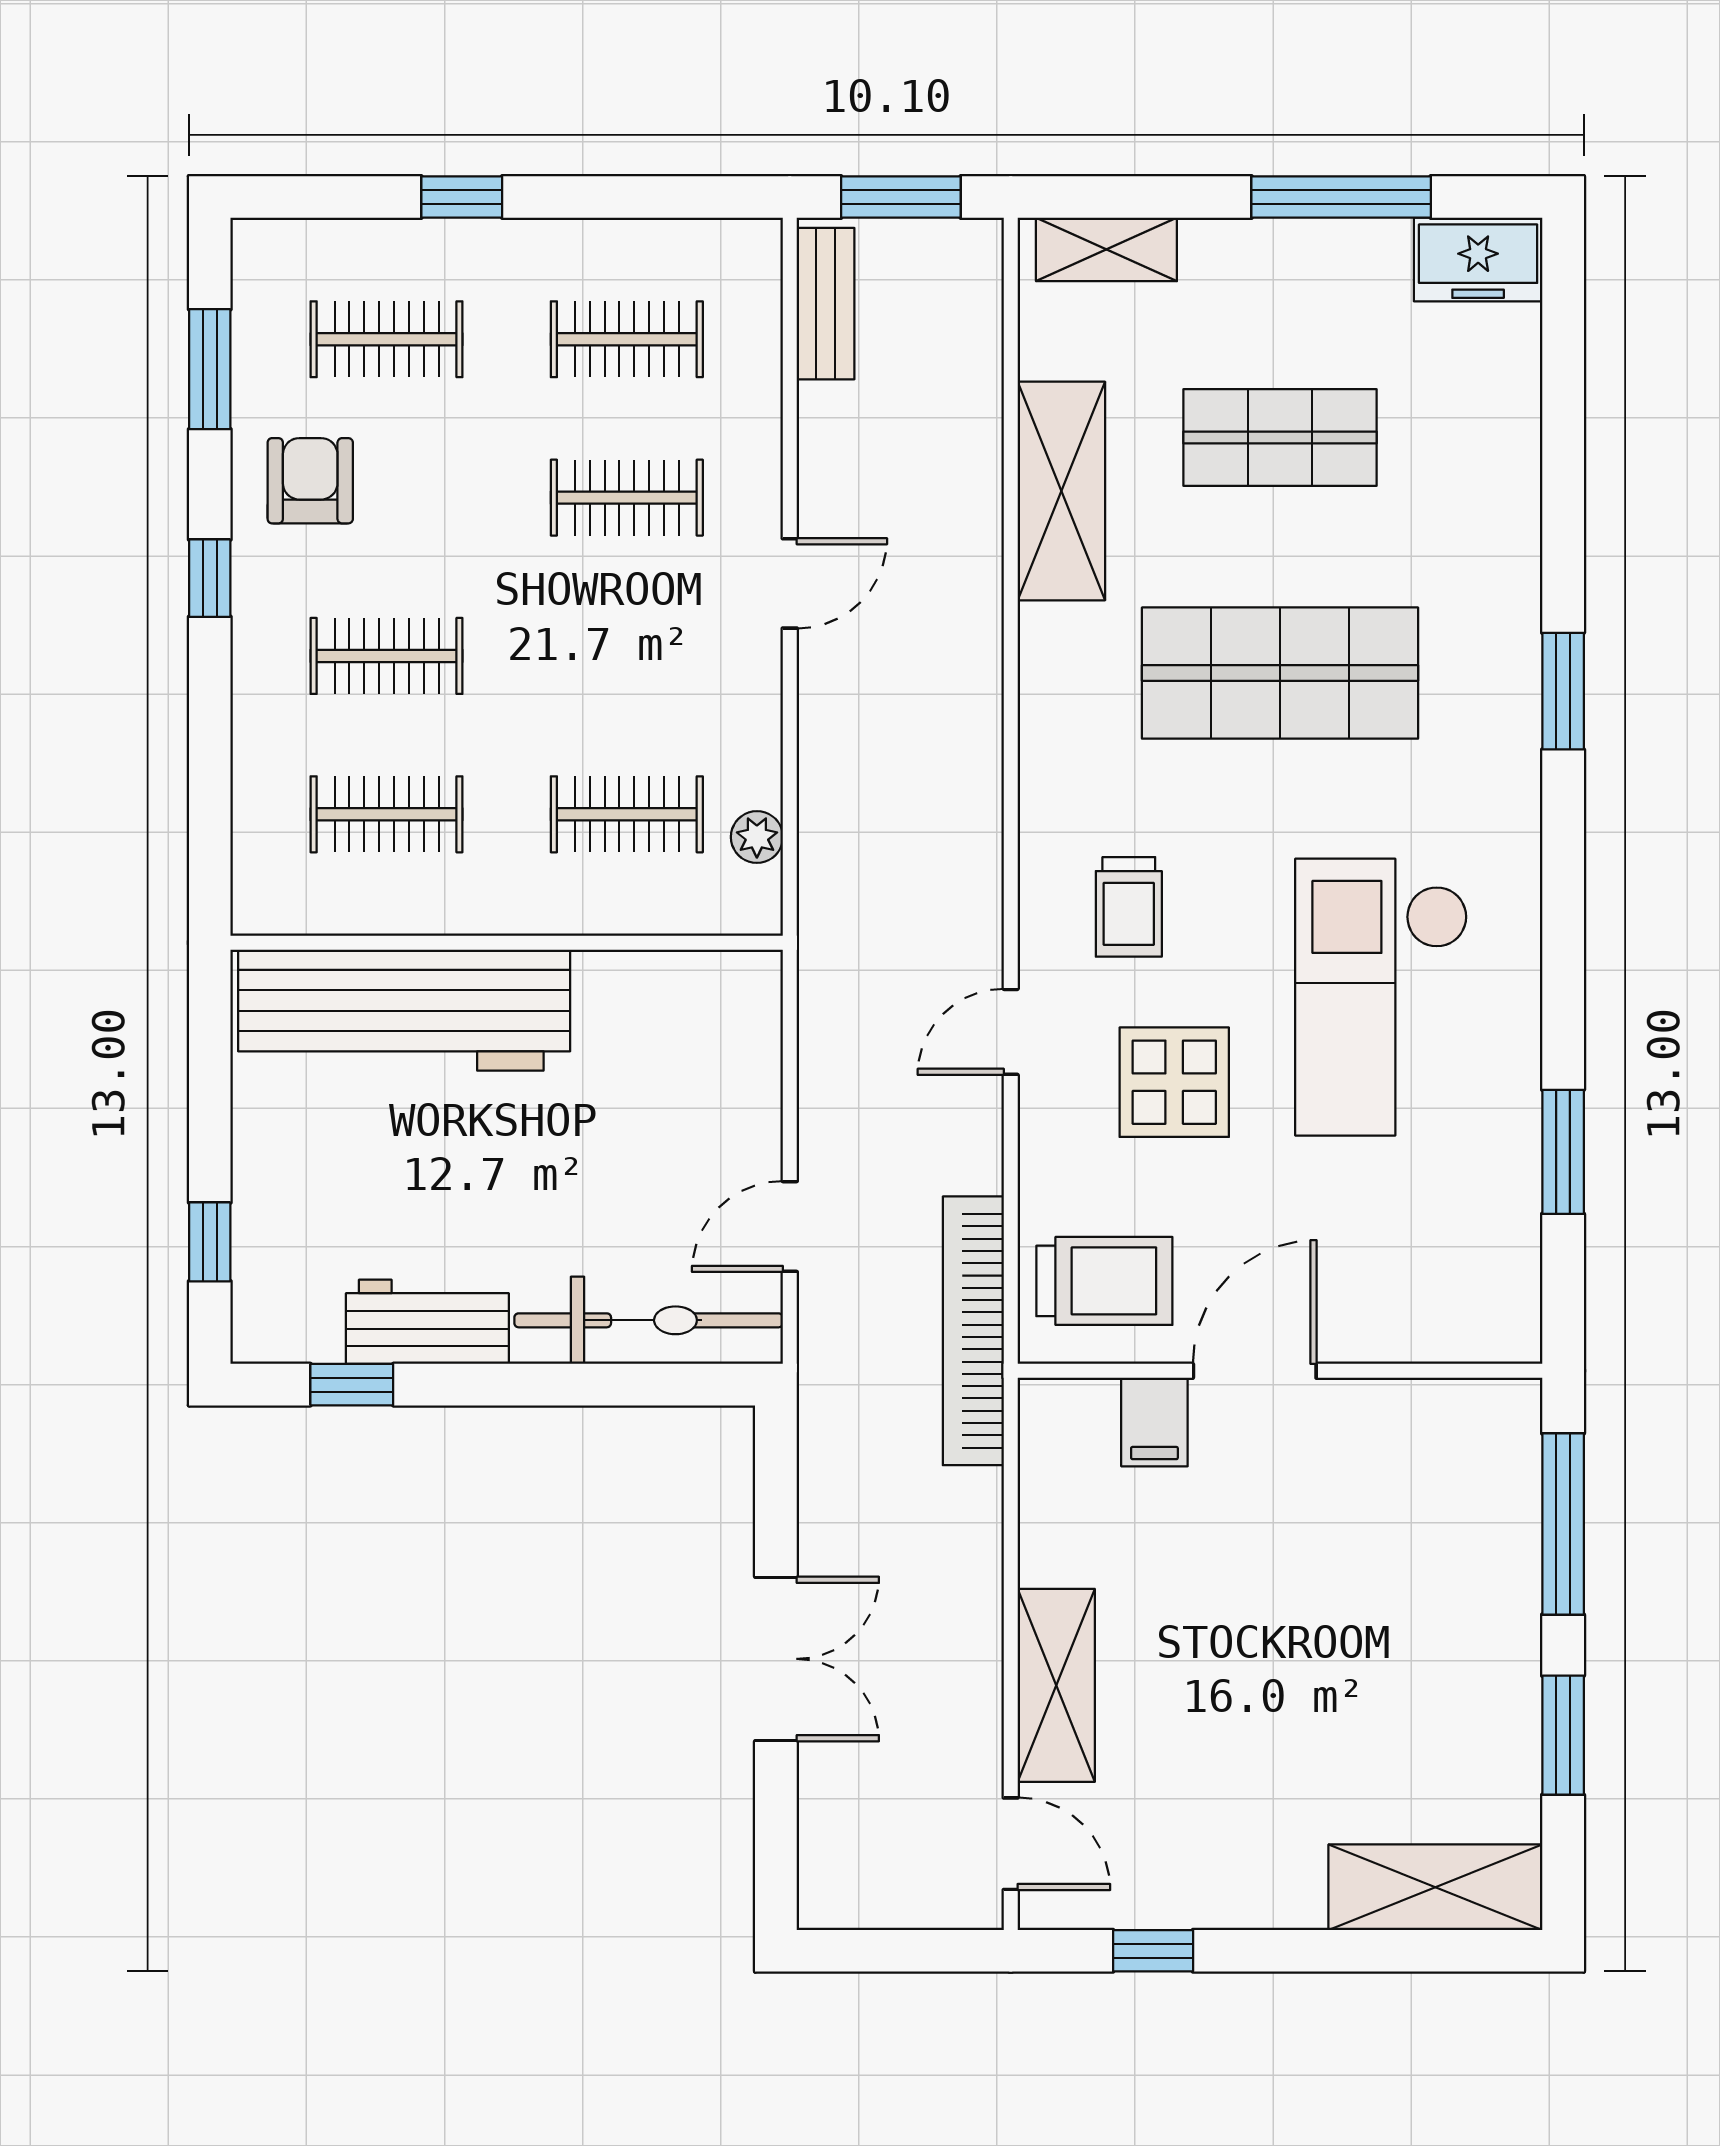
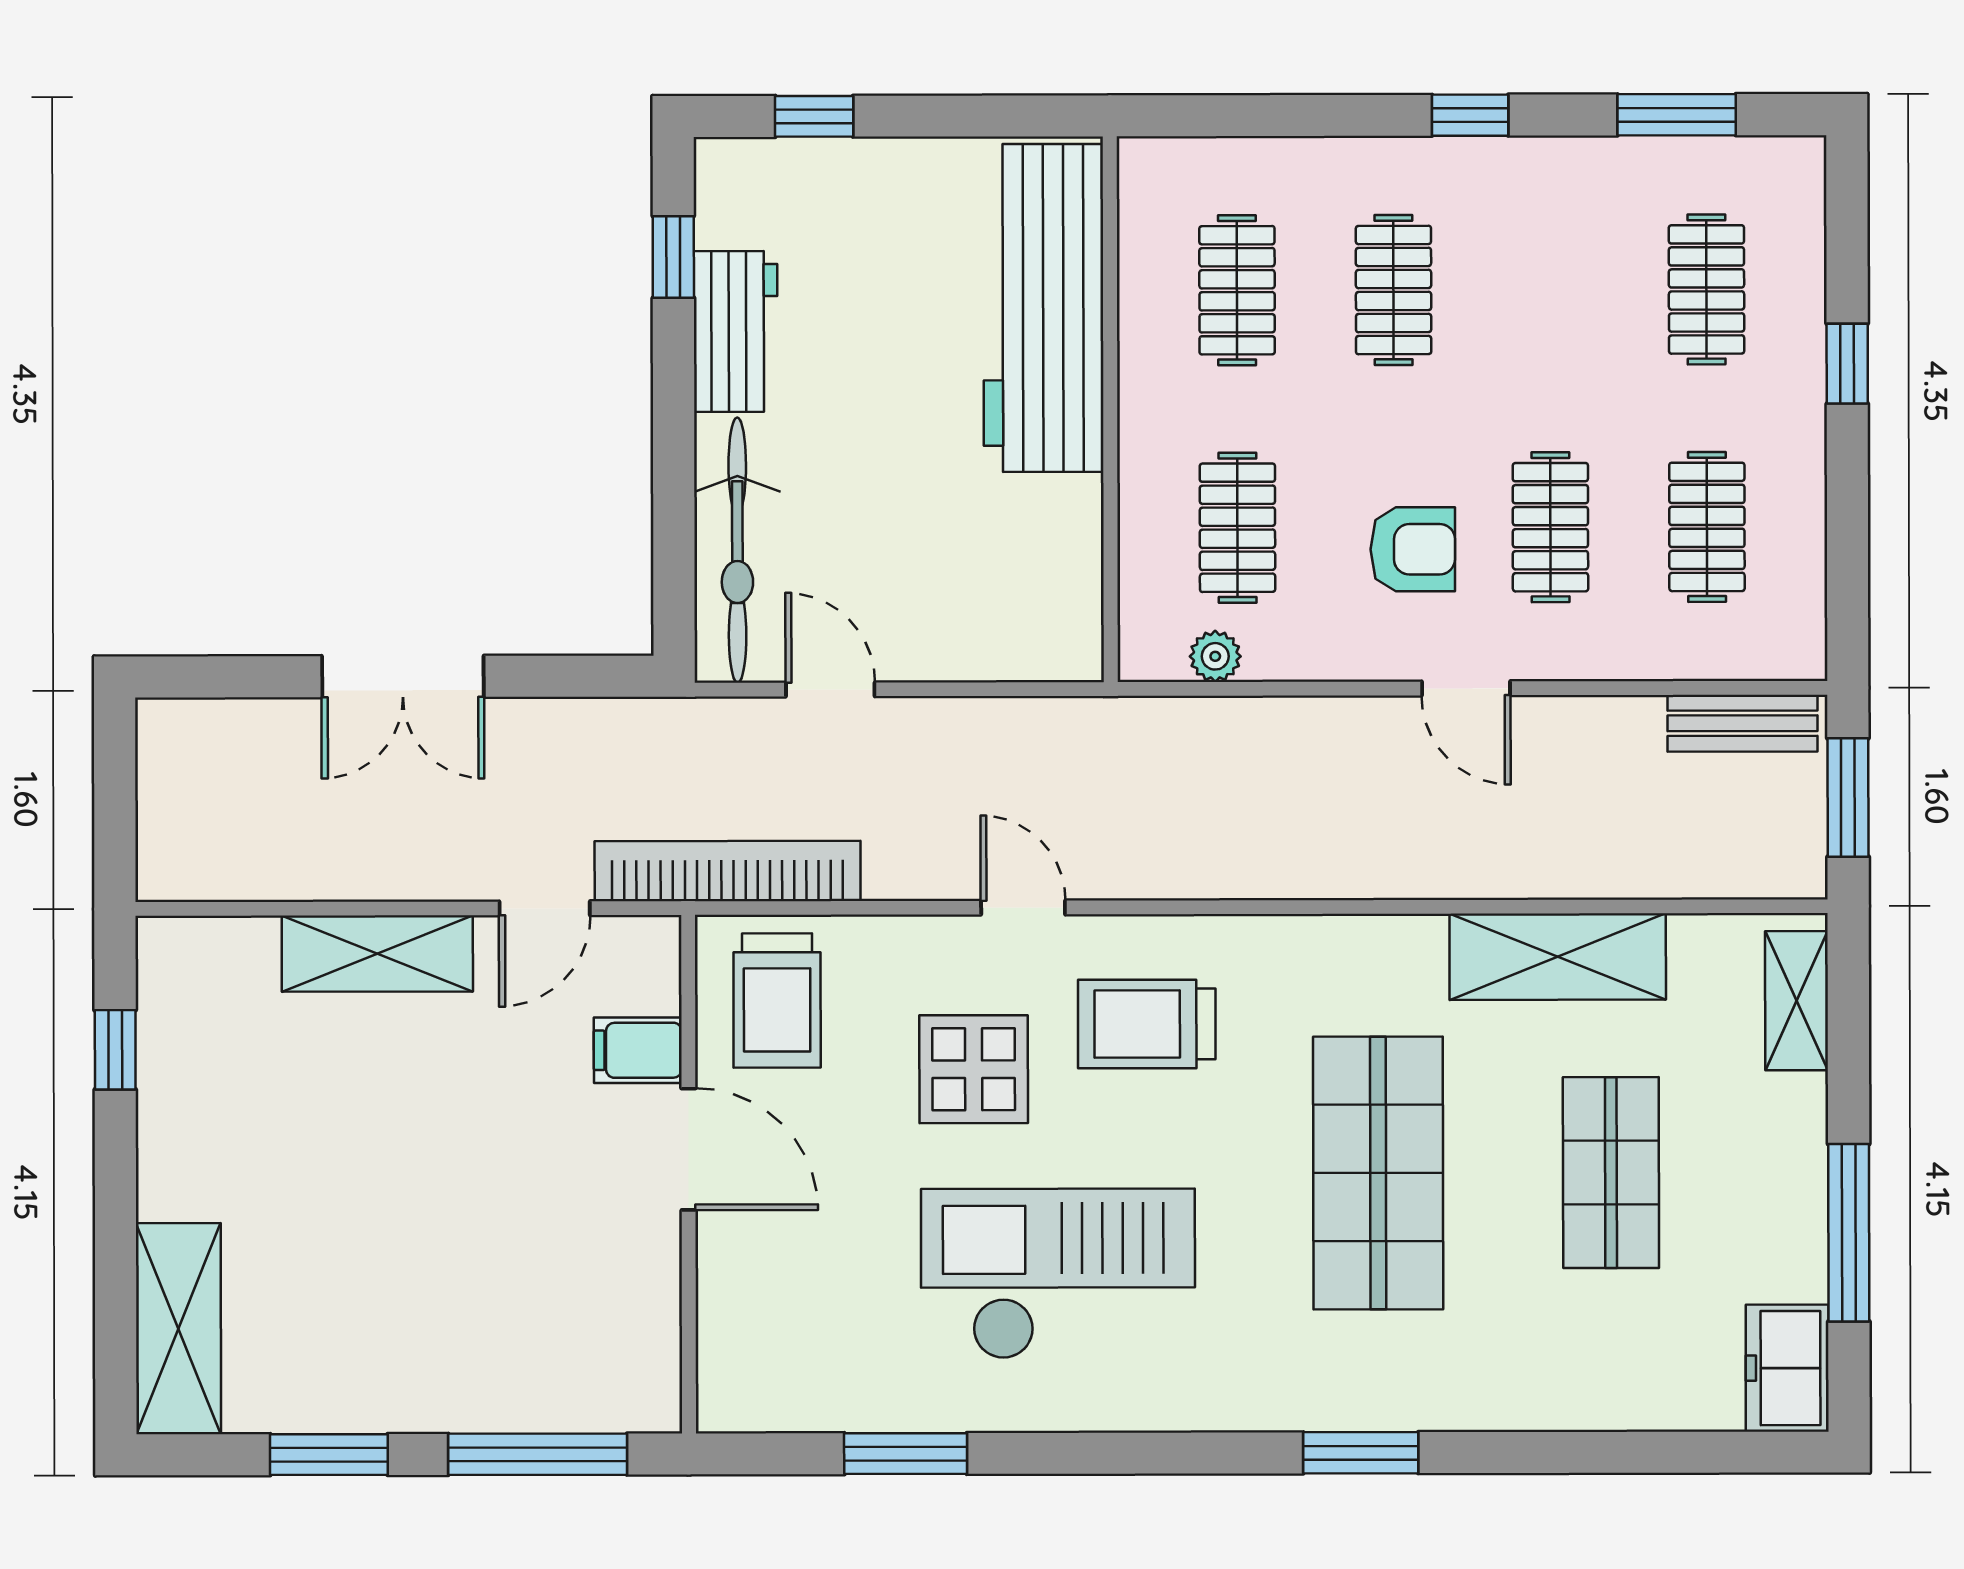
armchair: (310, 481) -> (1413, 549), moved
trolley: (1129, 907) -> (1147, 1024), width x1.36, depth x1.39
door: (1011, 1844) -> (545, 908), moved

